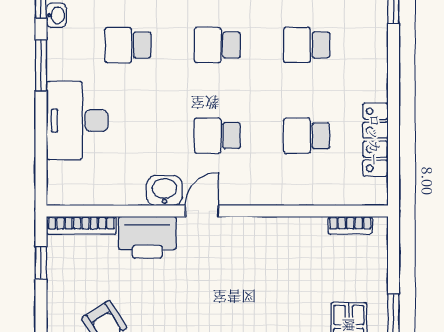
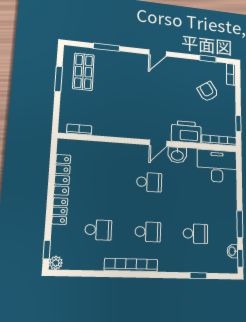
locker: (376, 75) -> (60, 211), added
desk: (77, 121) -> (217, 166), moved, turned -90
school desk: (307, 136) -> (101, 179), removed

